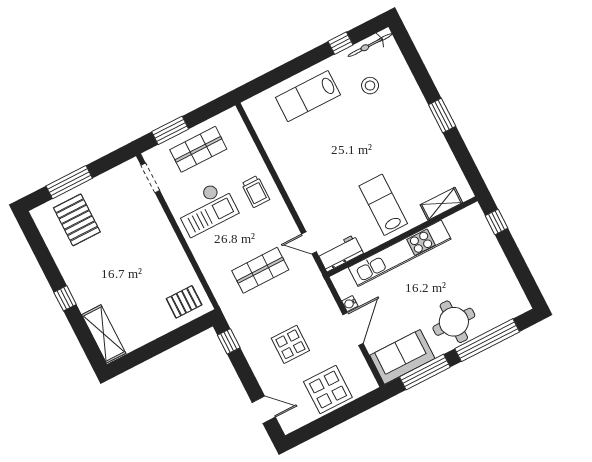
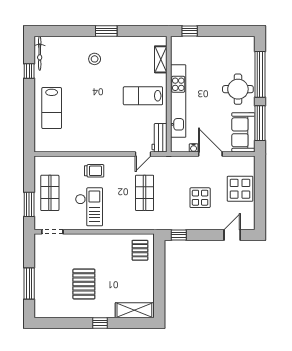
stool: (370, 86) -> (95, 59), moved
pallet: (77, 220) -> (84, 284), moved, turned 90

